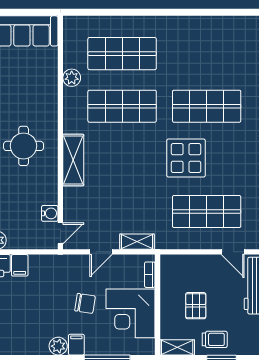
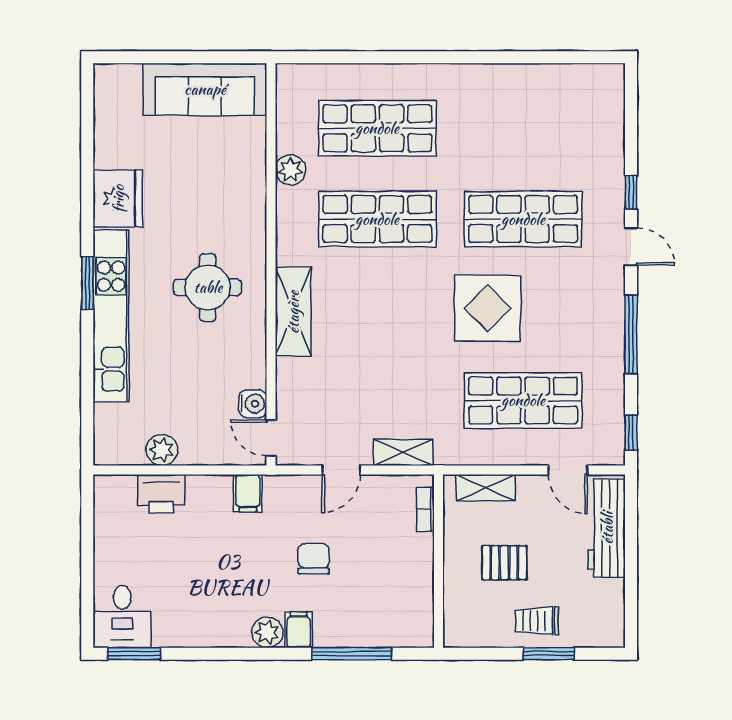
door: (60, 233) -> (271, 438), swing flipped
filing cabinet: (20, 265) -> (248, 493), moved
chair: (85, 303) -> (314, 559), turned -99
pallet: (196, 306) -> (504, 563), turned 90
corner desk: (130, 313) -> (392, 576), removed
trolley: (215, 339) -> (537, 621), turned 180
shelving: (177, 347) -> (486, 488), moved

